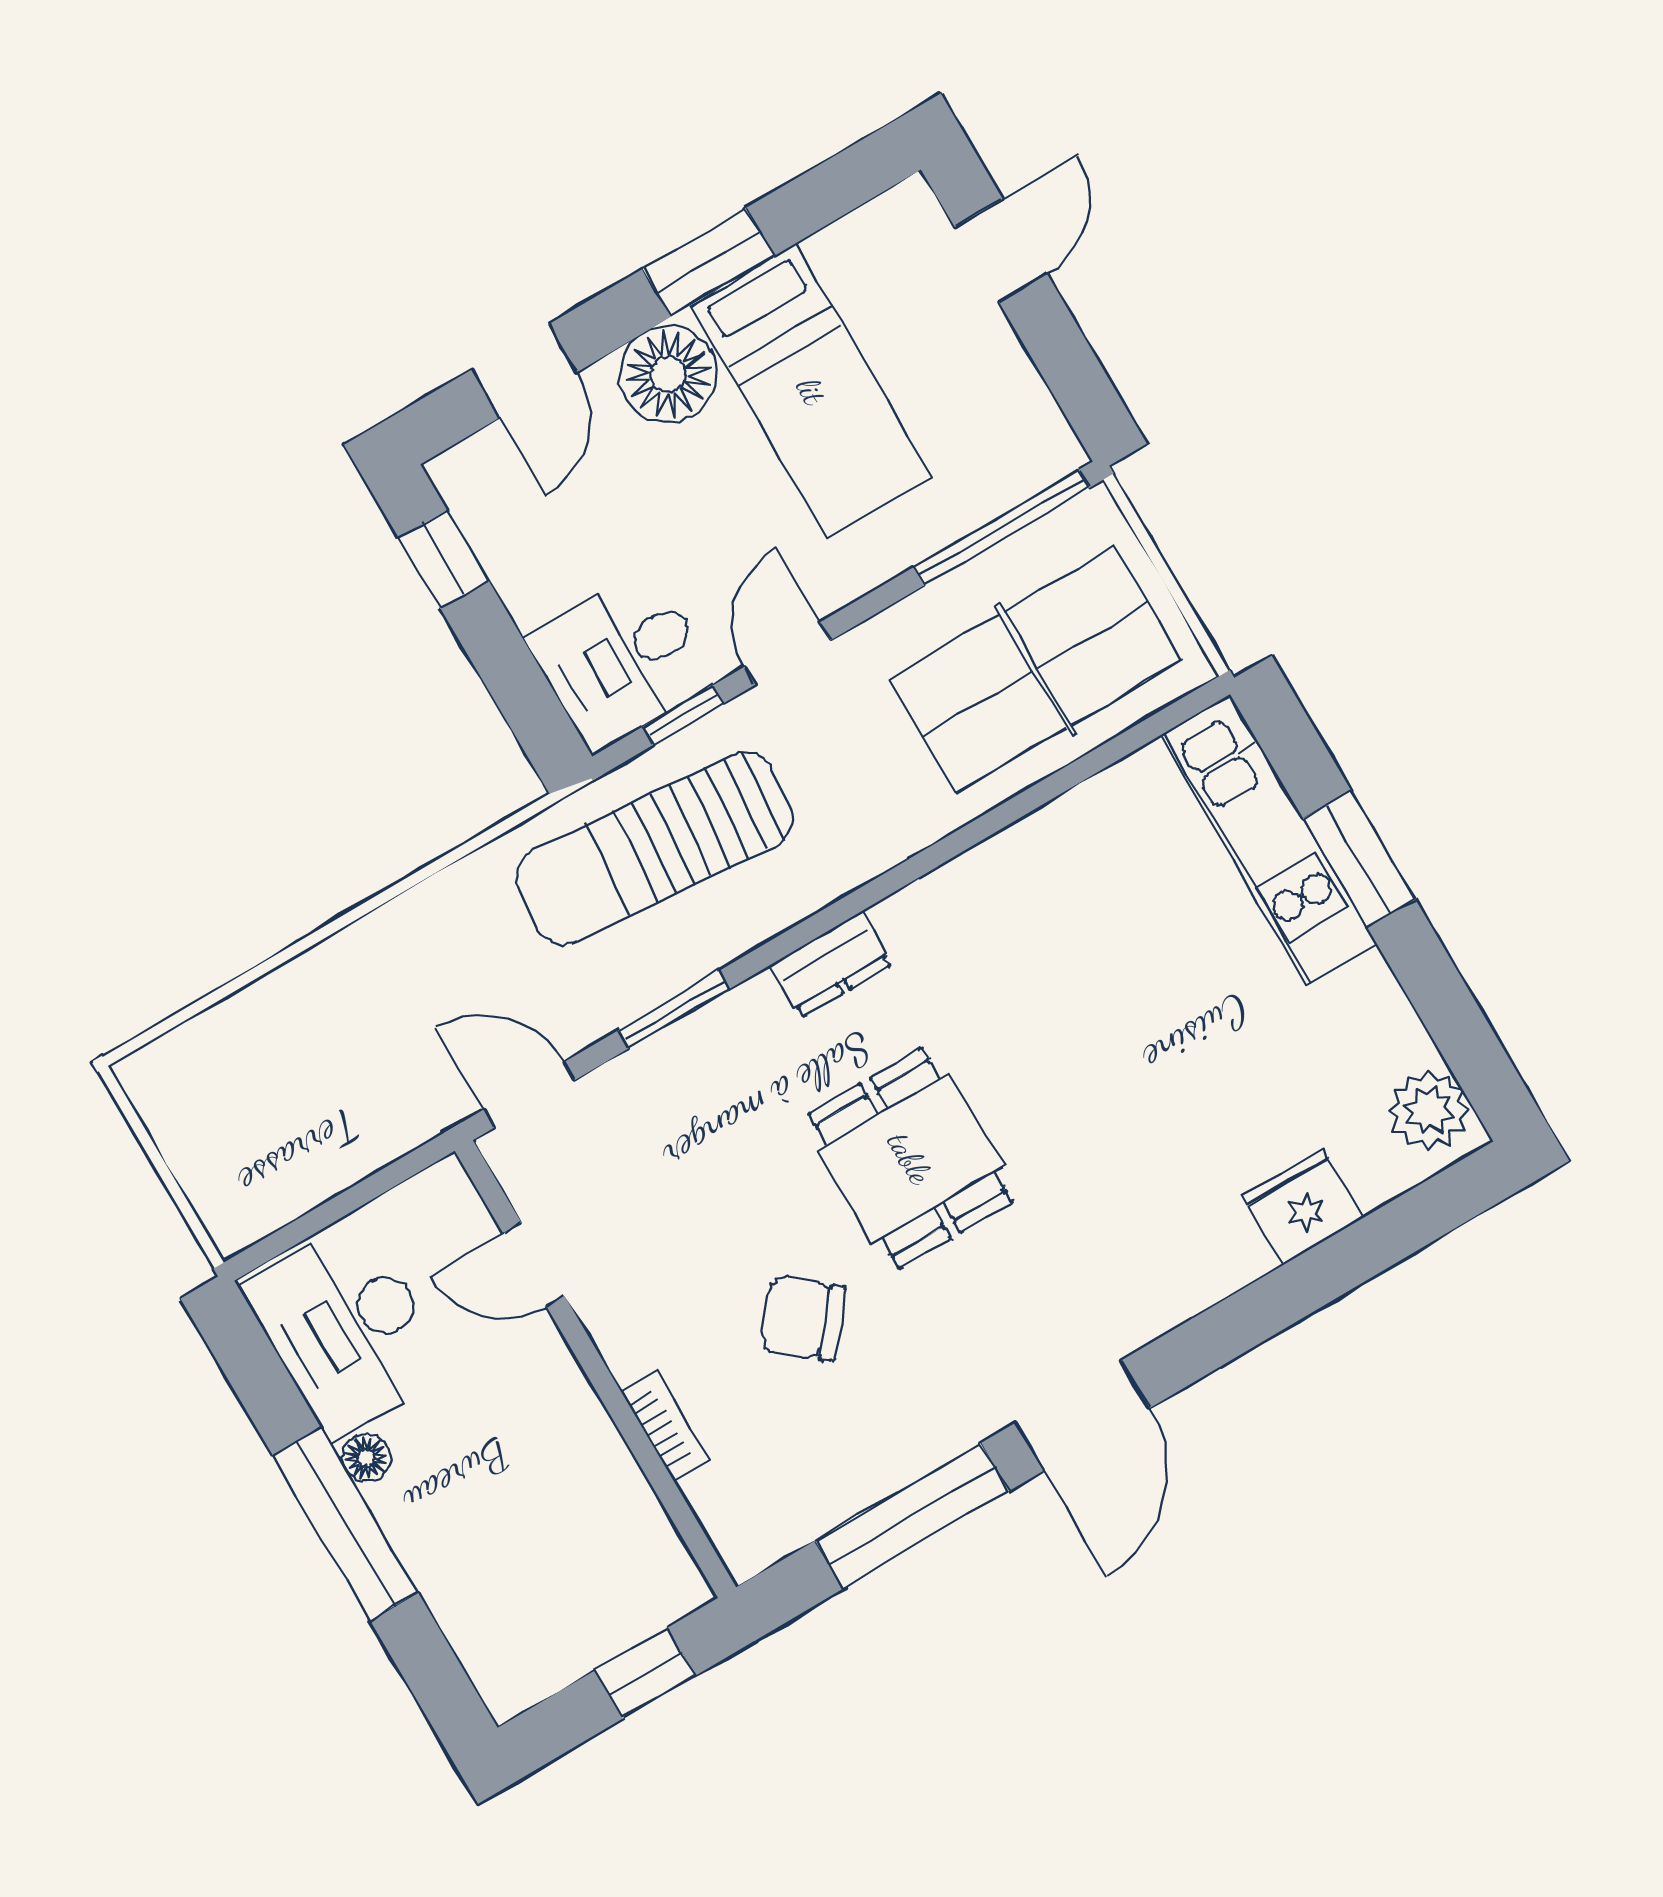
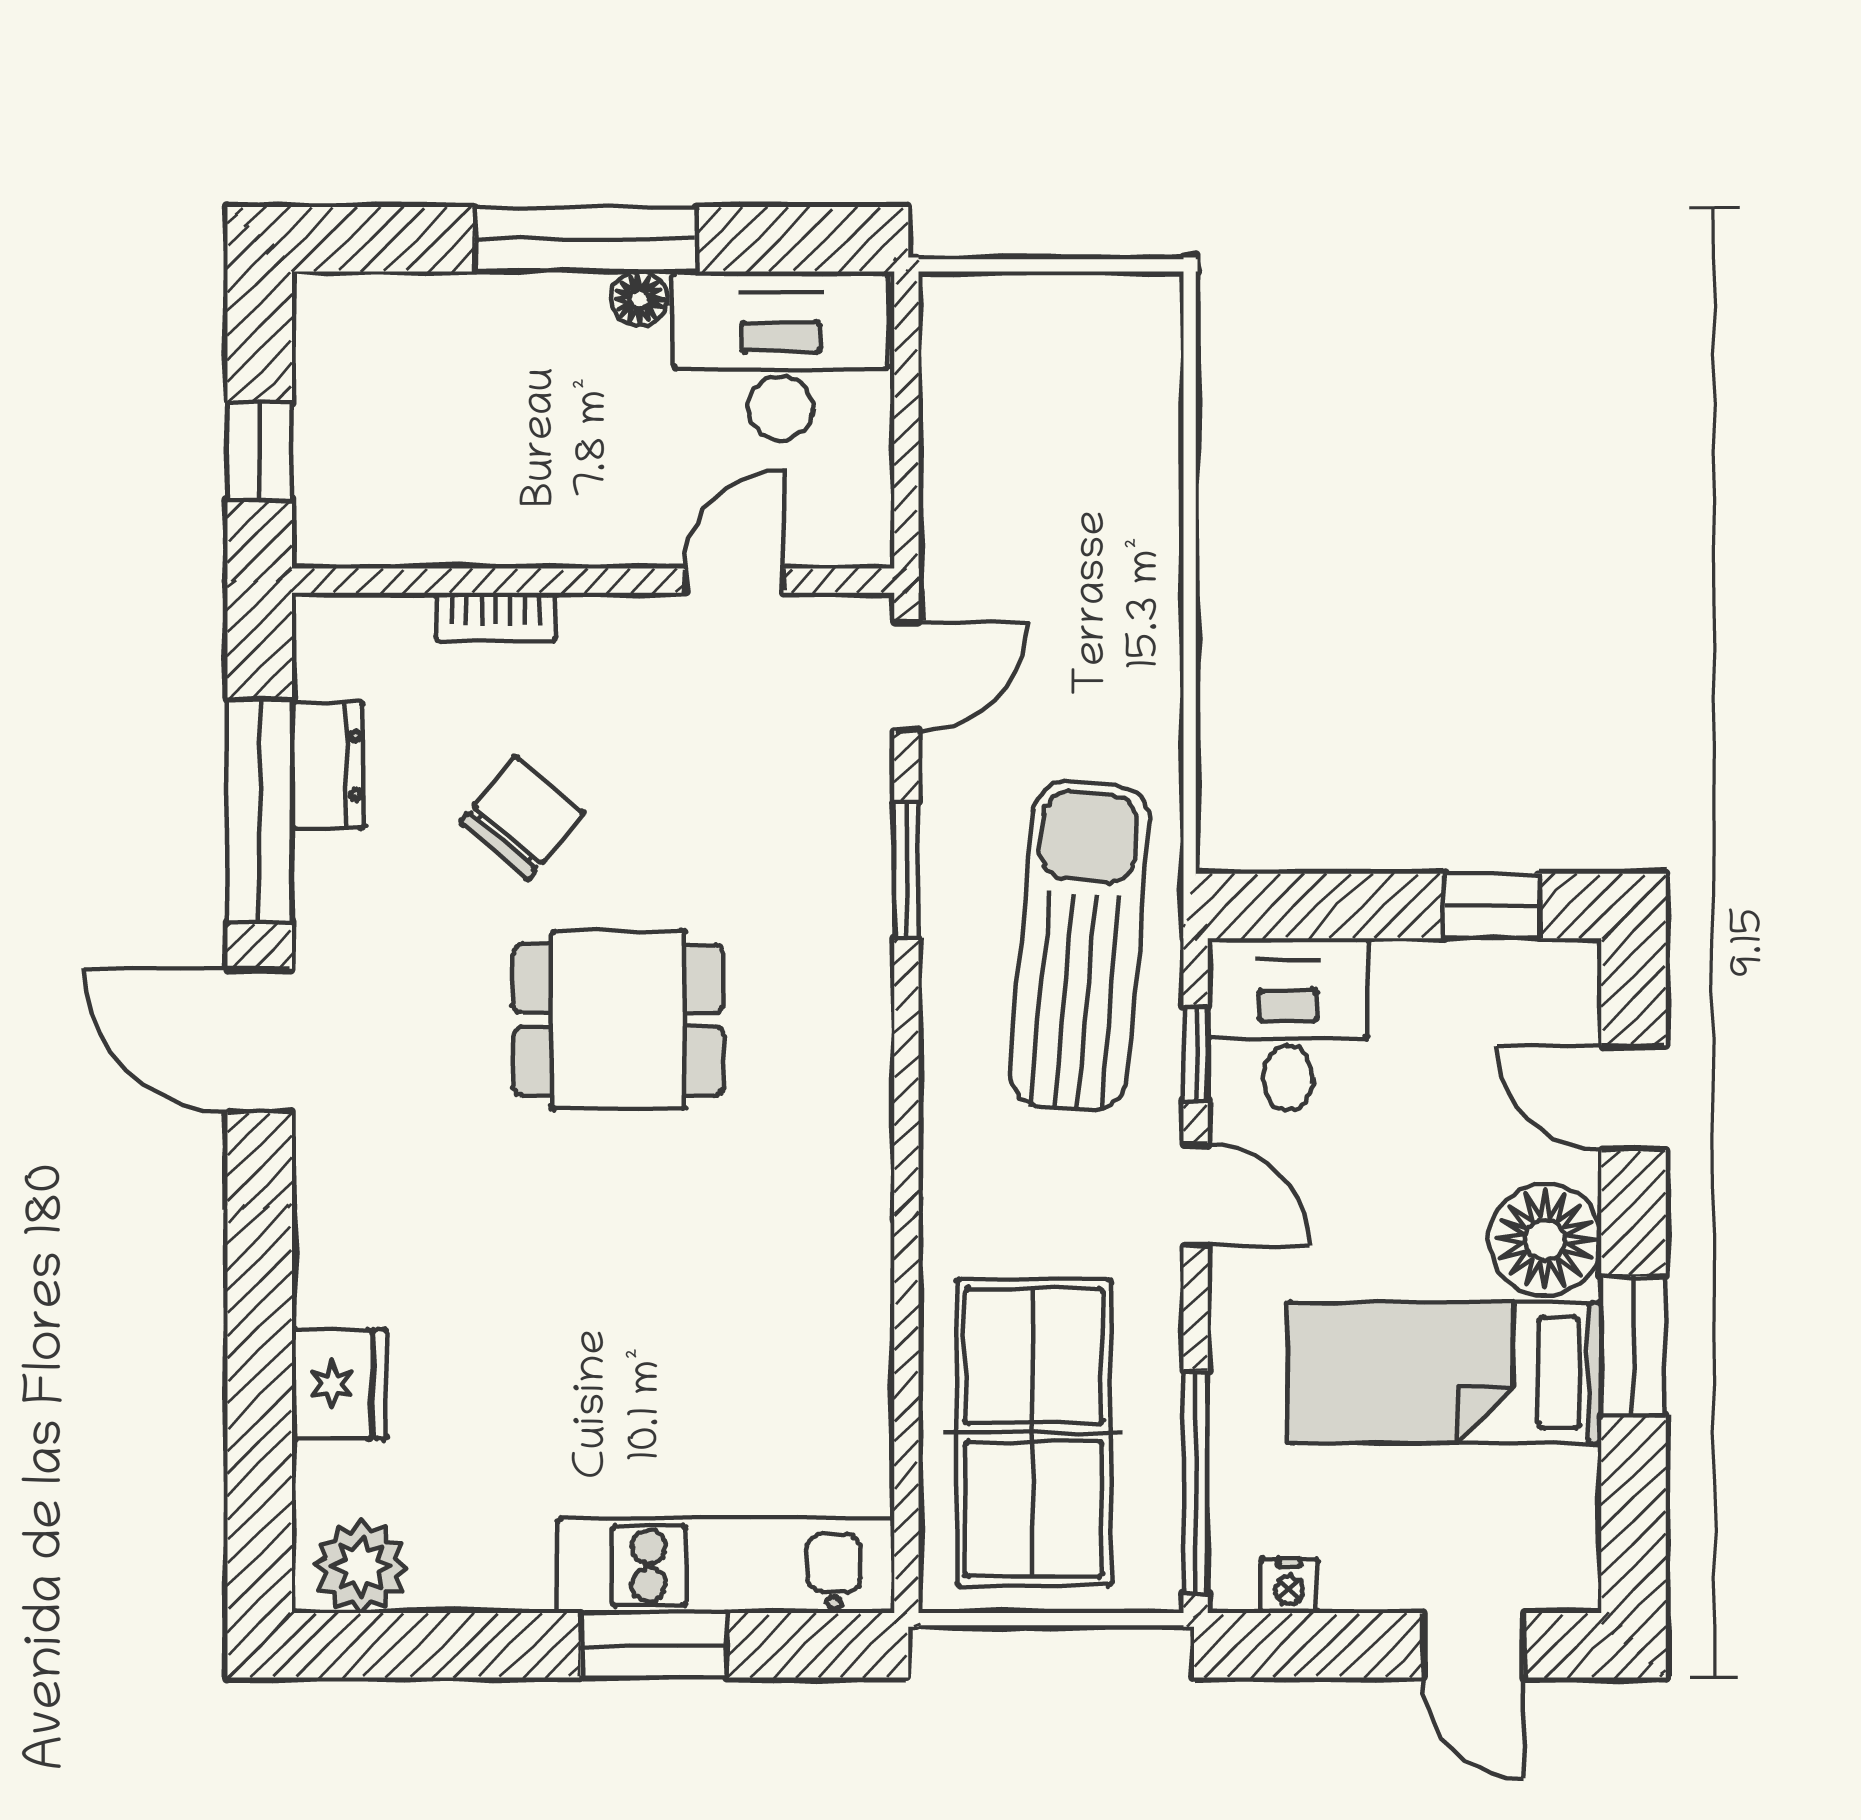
nightstand: (1037, 413) -> (1289, 1586), added
dresser: (831, 965) -> (327, 765), moved, turned 180

